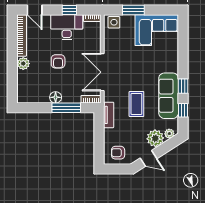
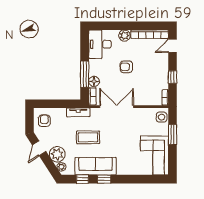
desk: (67, 27) -> (100, 44), moved, turned 180
floor lamp: (56, 97) -> (94, 81), moved

